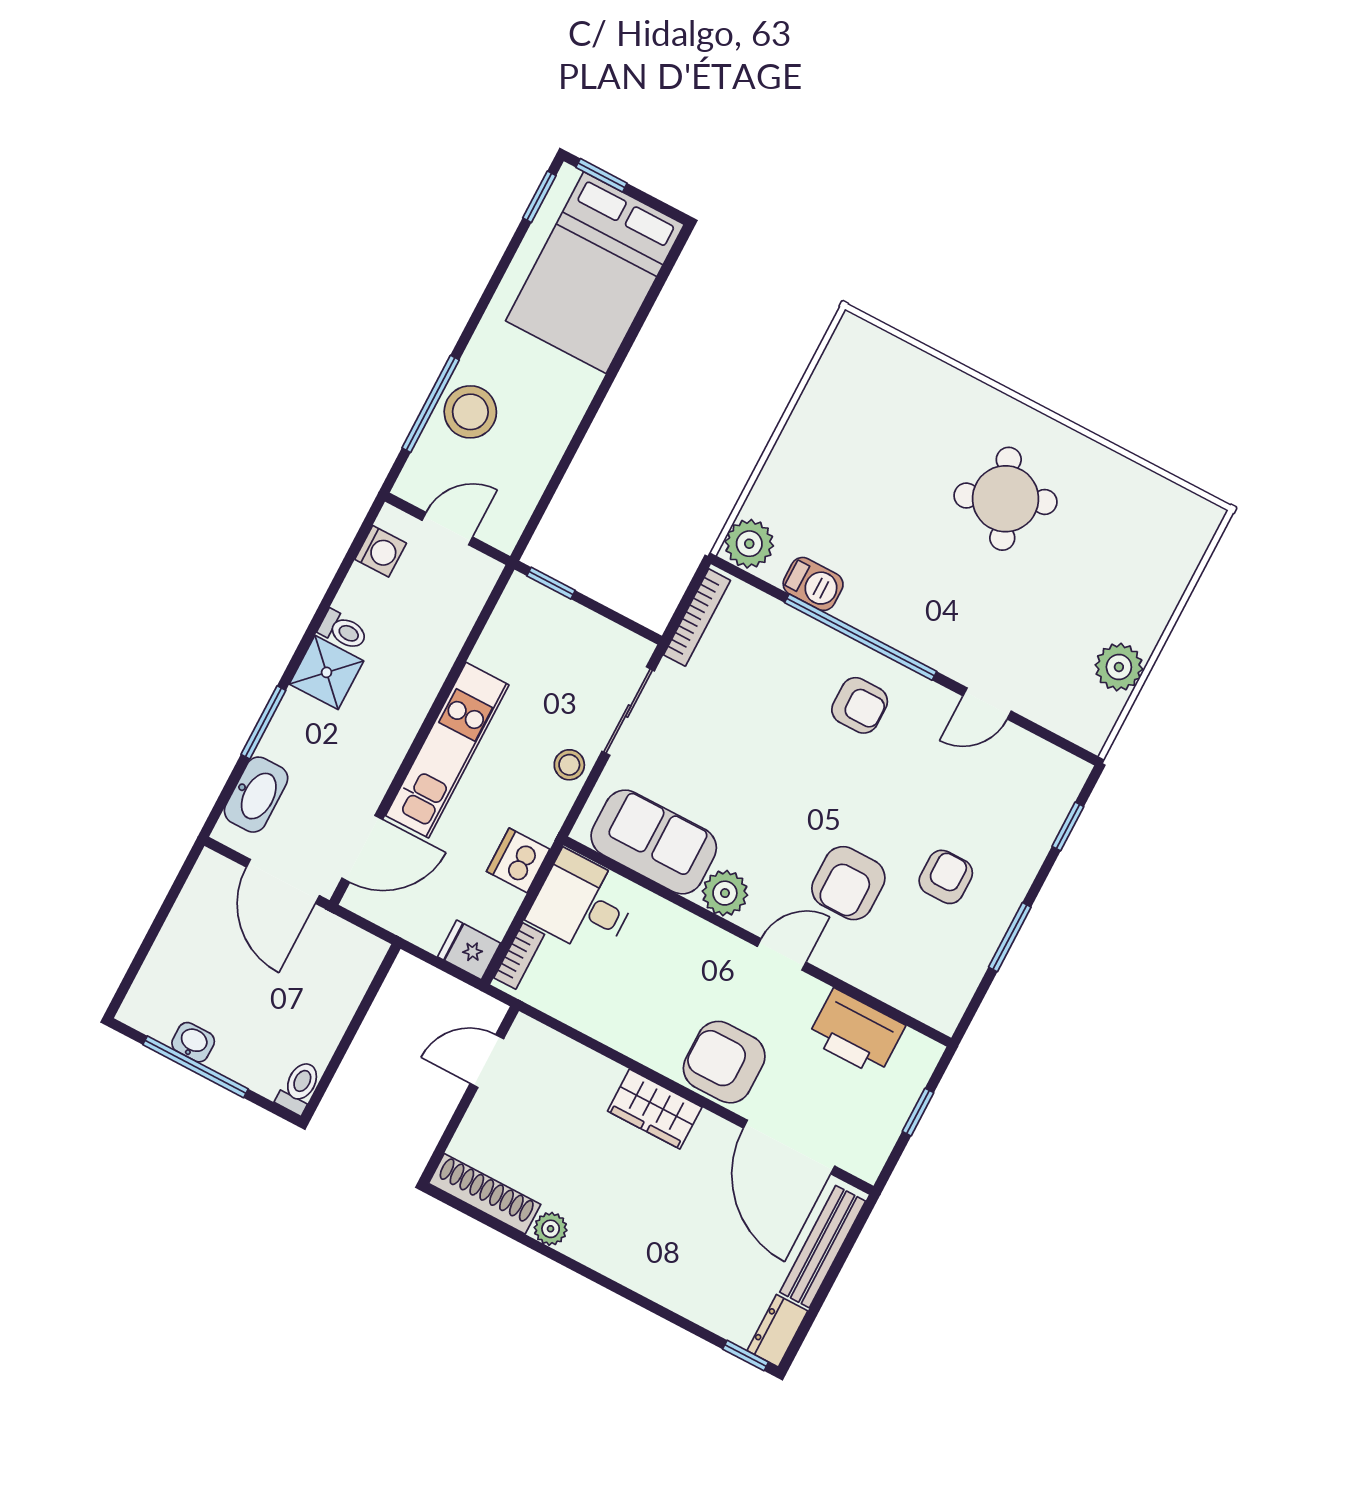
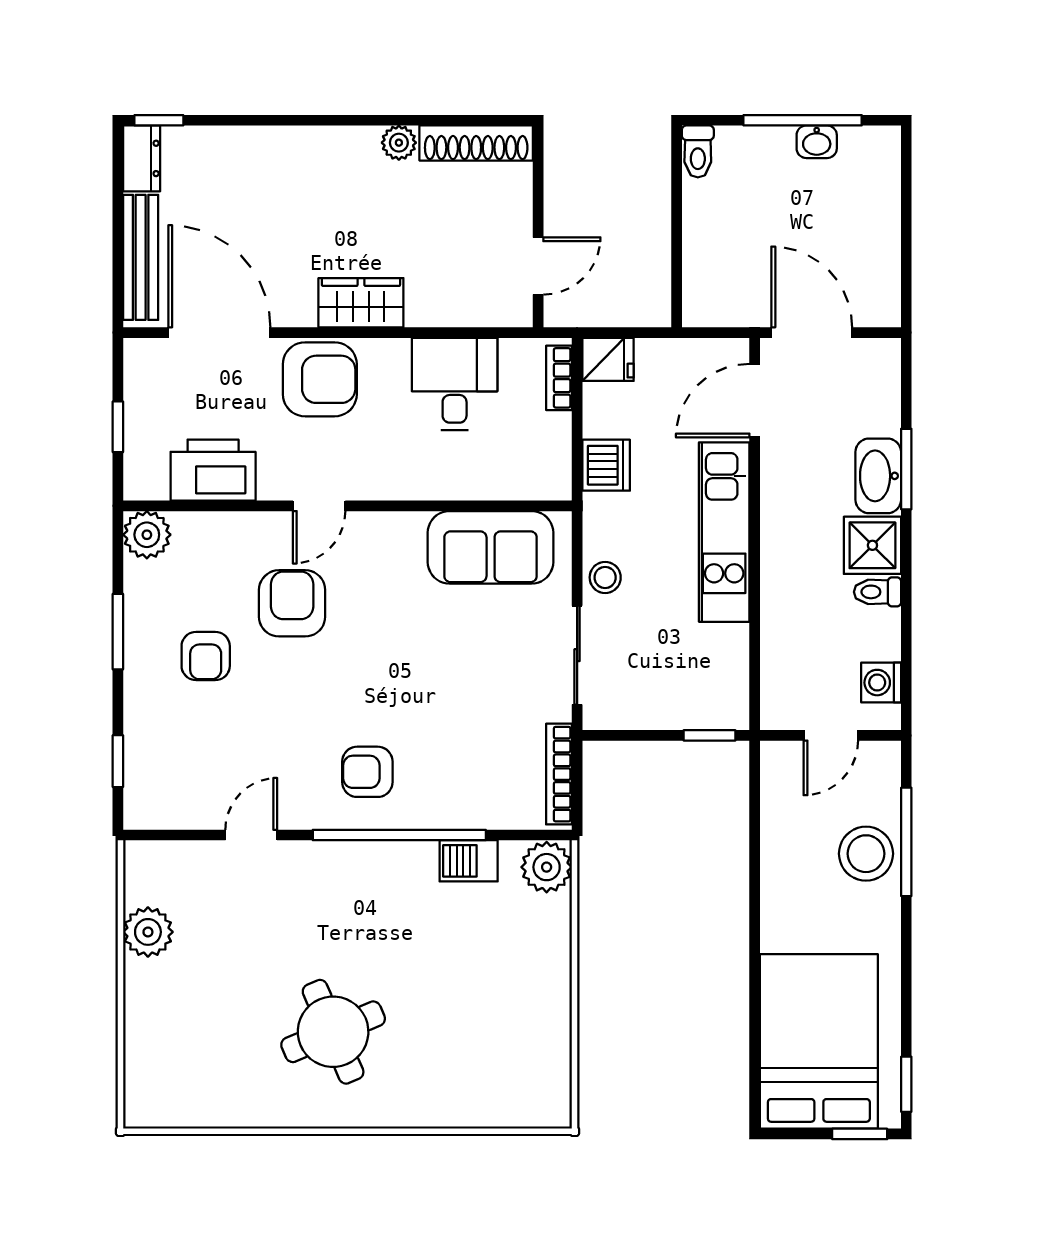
washbasin: (256, 795) -> (878, 476), moved
plant: (725, 893) -> (147, 535), moved
desk: (583, 904) -> (455, 384), moved, turned -90

